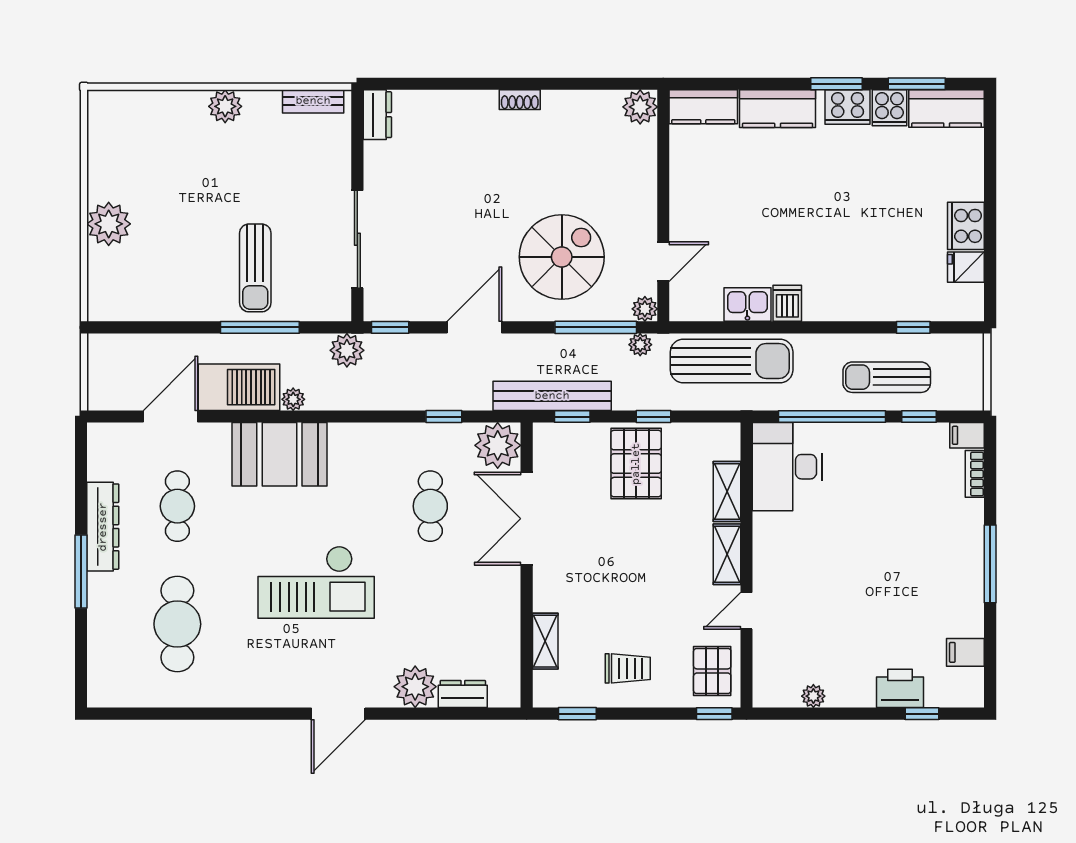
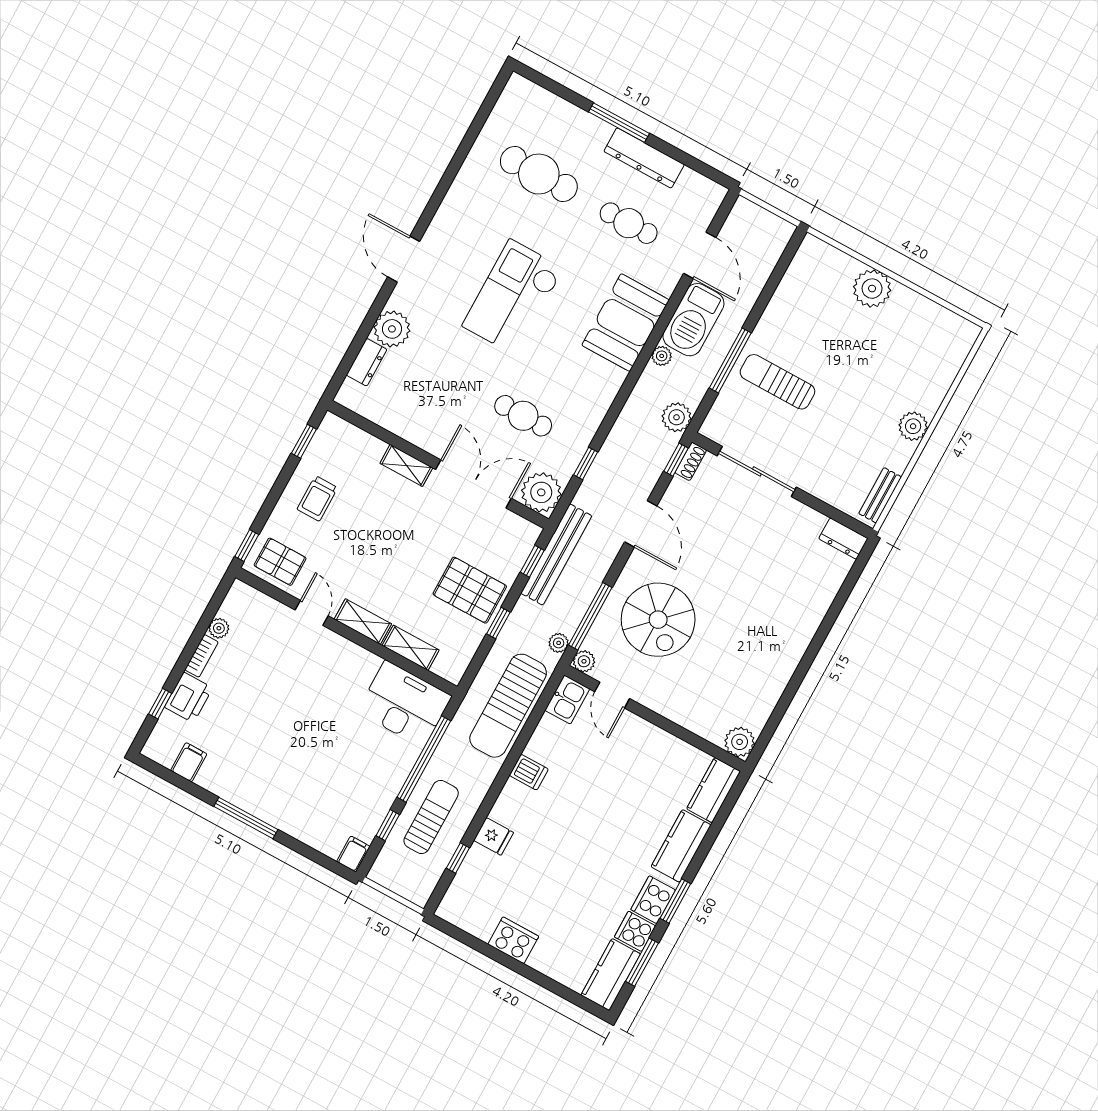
shoe rack: (520, 100) -> (691, 461), moved, turned 180
fridge: (966, 267) -> (494, 836), moved, turned 90
kitchen sink: (747, 305) -> (567, 700), moved
bookcase: (975, 474) -> (202, 656), moved, turned 90
shelving: (545, 641) -> (406, 465), moved

